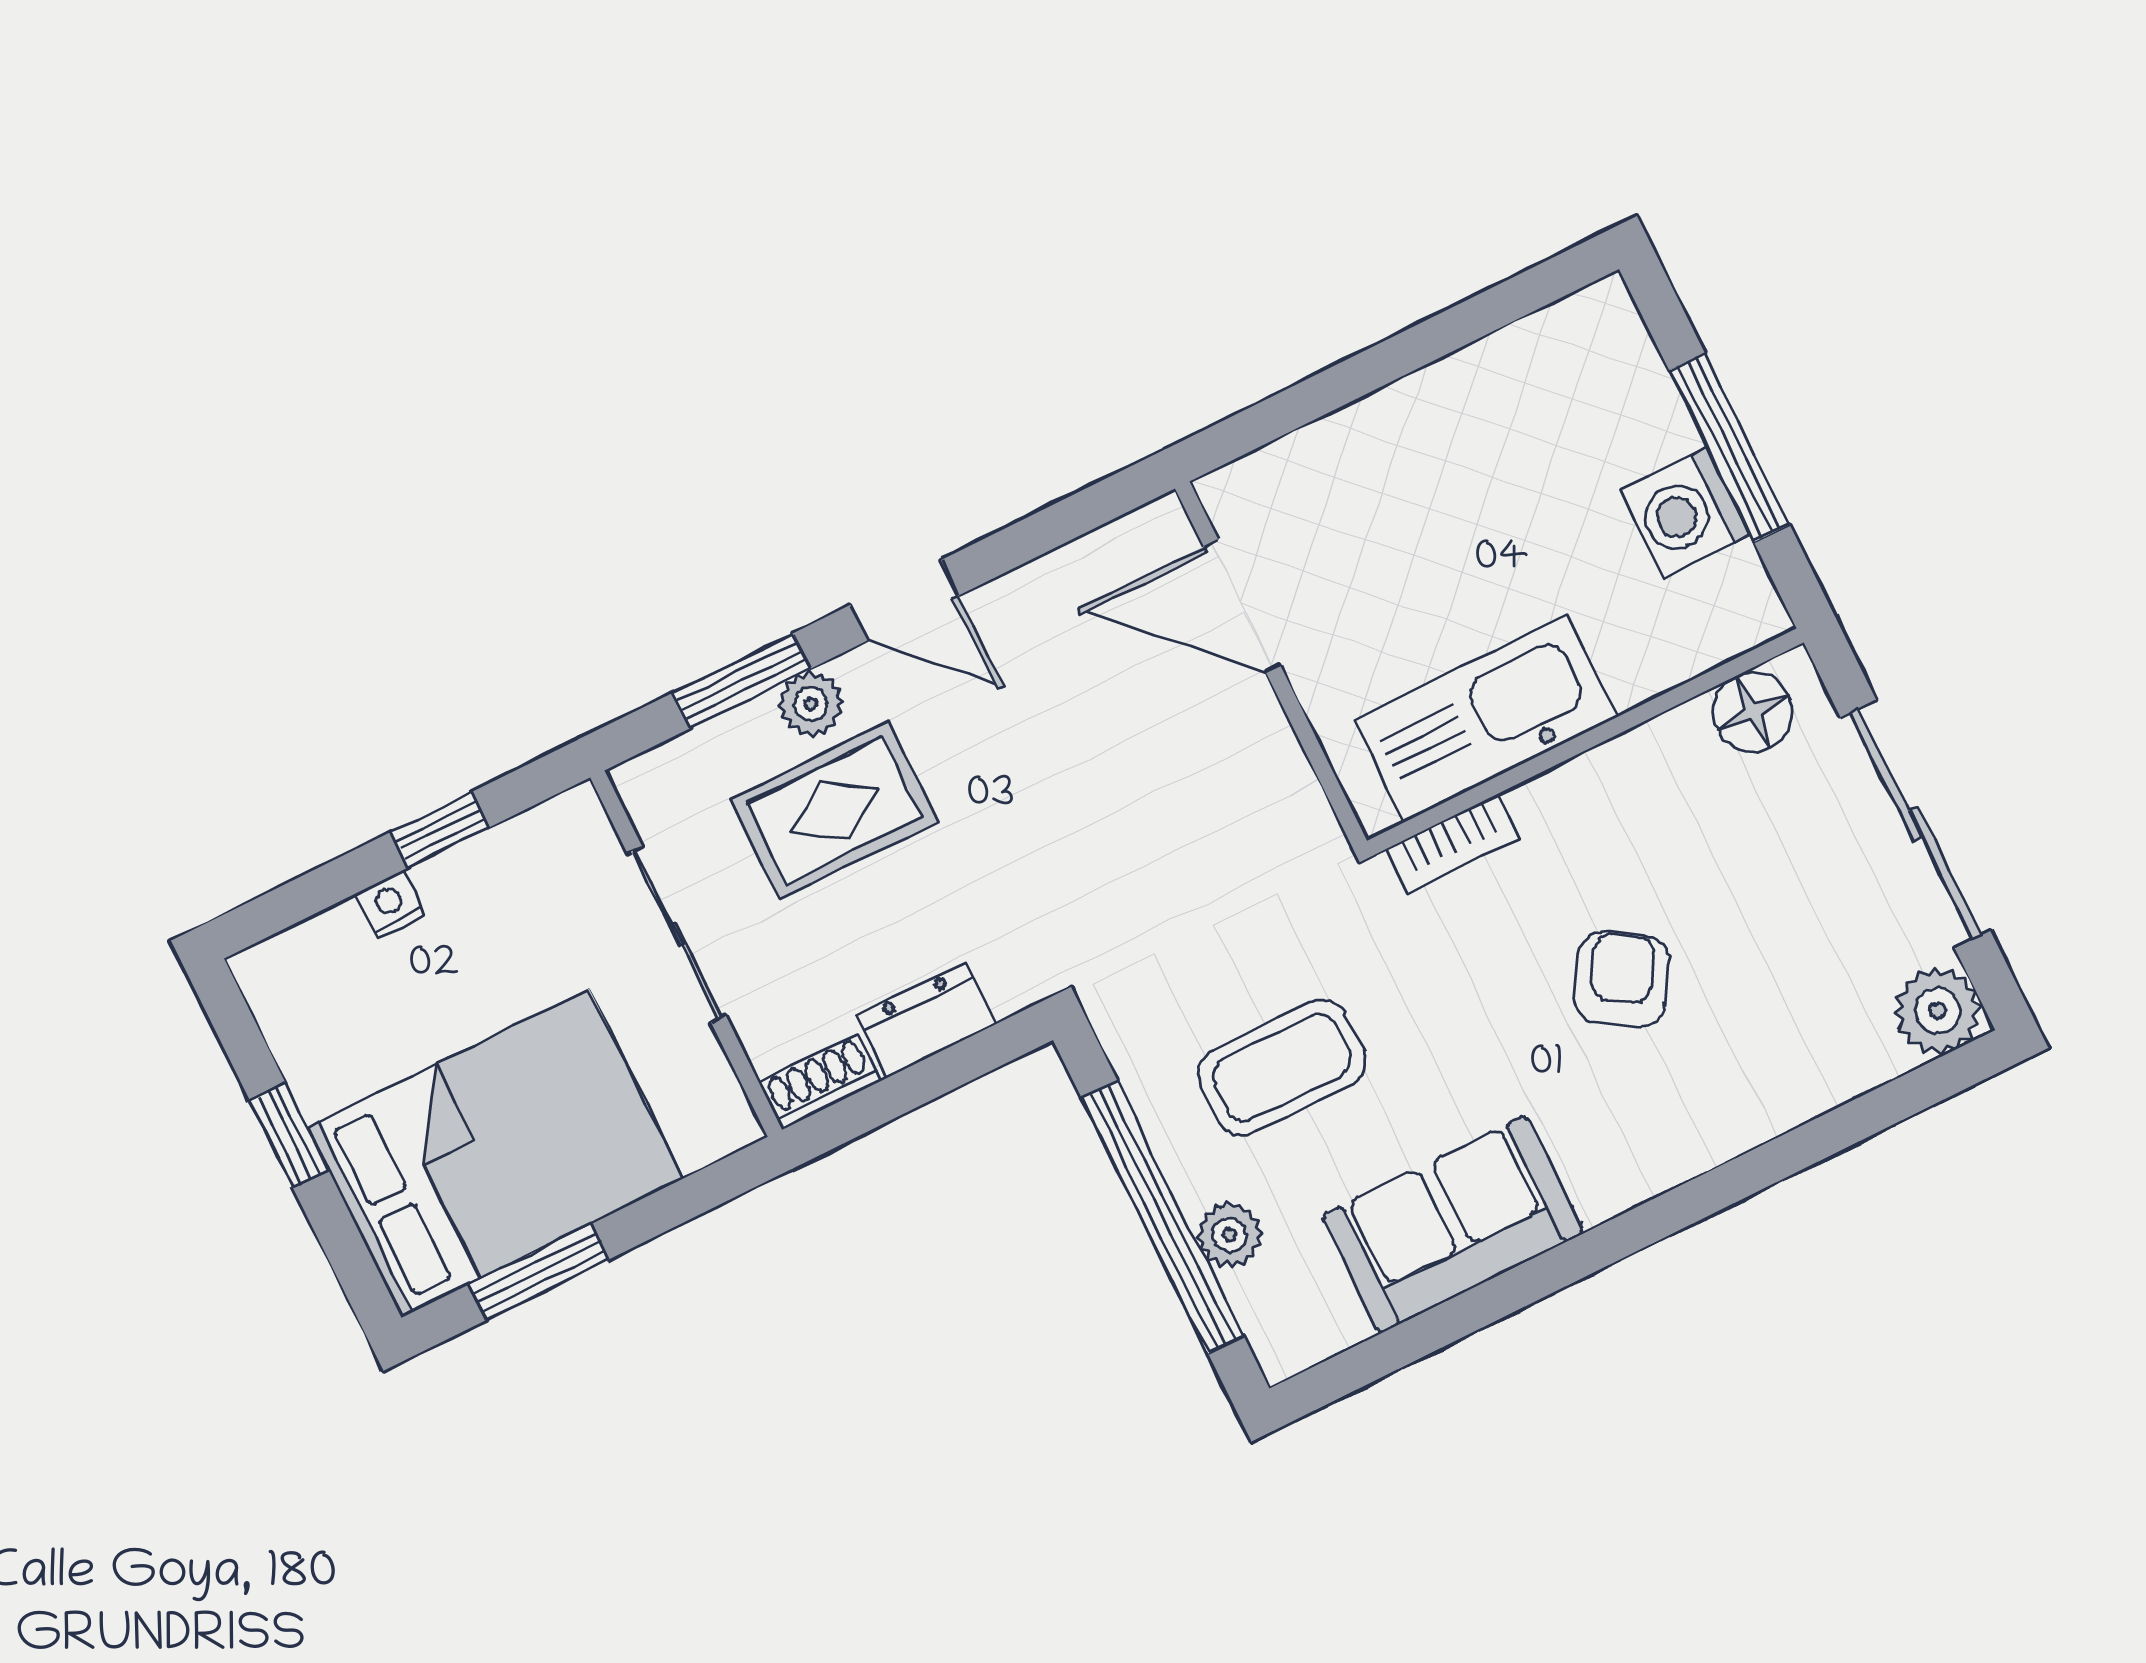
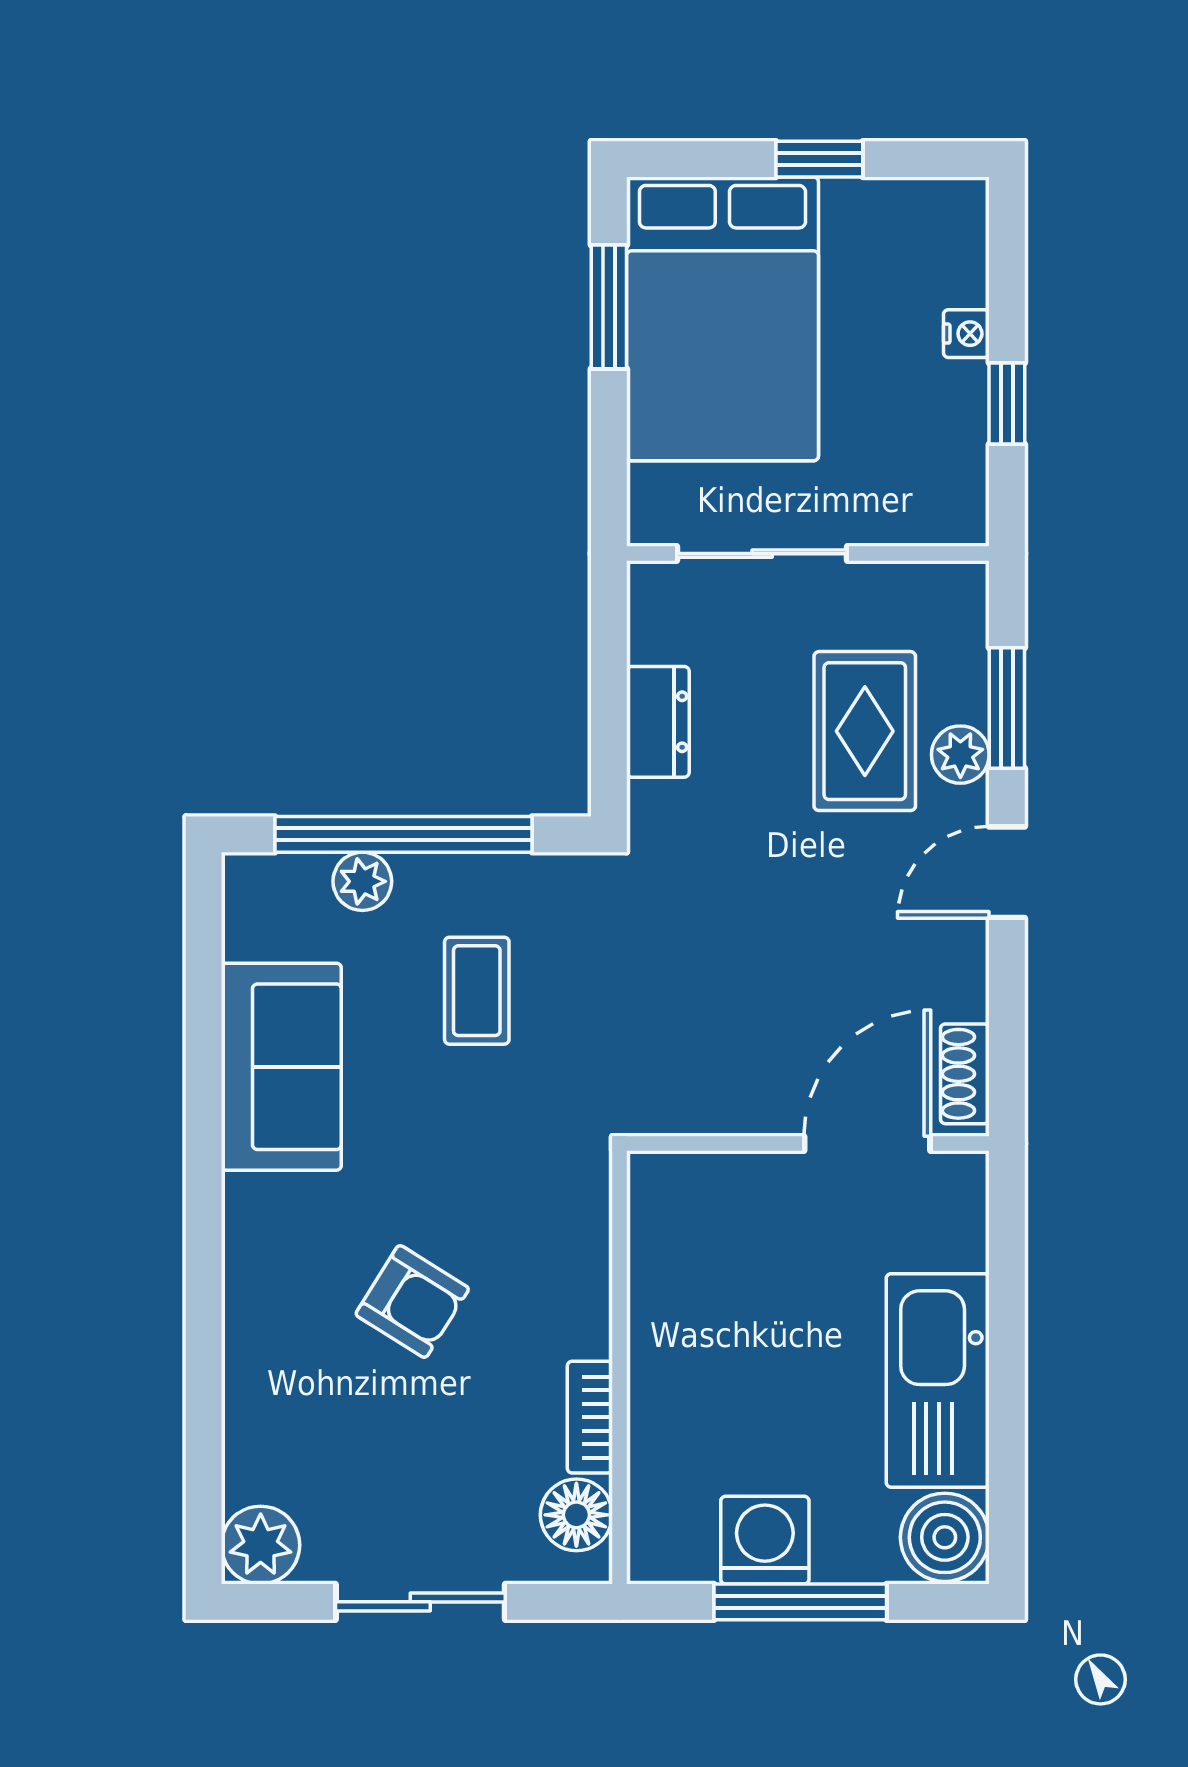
boiler: (1594, 336) -> (945, 1537), added
kitchen sink: (1486, 719) -> (938, 1380), moved, turned 180
sliding door: (1916, 824) -> (420, 1602), width x0.73
bookcase: (1453, 844) -> (590, 1417), moved
sliding door: (677, 934) -> (762, 554), moved
coffee table: (1282, 1068) -> (477, 991), width x0.73, depth x0.77
shoe rack: (820, 1081) -> (965, 1074), moved, turned 180

